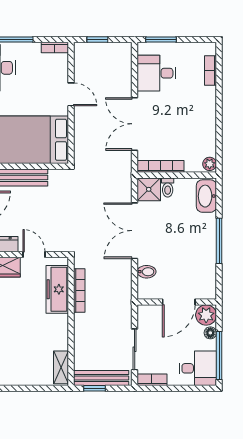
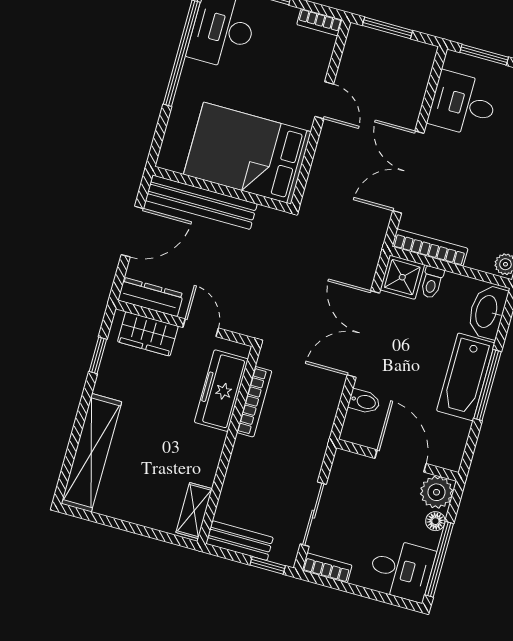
window: (97, 39) -> (387, 28), width x1.50
bathtub: (204, 240) -> (466, 377), added
door: (179, 302) -> (400, 461), swing flipped
bench: (101, 378) -> (239, 541), width x0.73
window: (94, 388) -> (268, 565), moved

